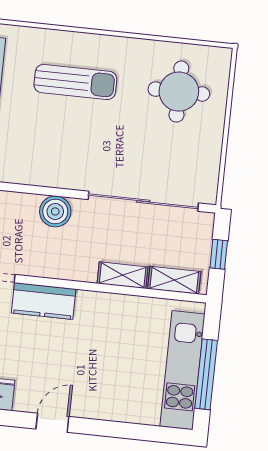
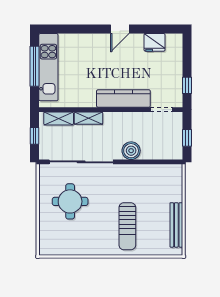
sun lounger: (75, 82) -> (127, 226), turned -90
round table: (179, 92) -> (70, 201), moved
kitchen counter: (44, 301) -> (123, 99), width x1.50

